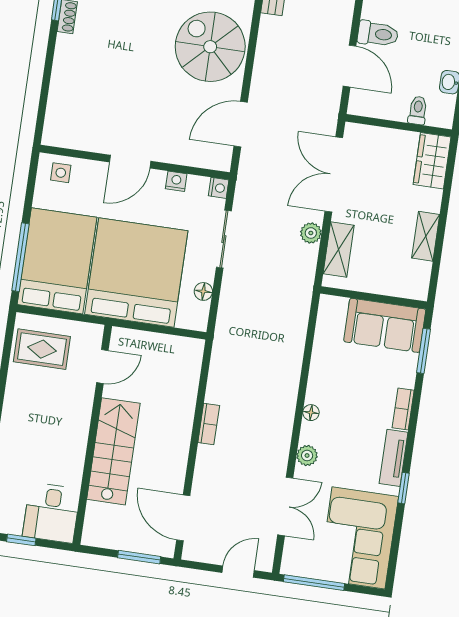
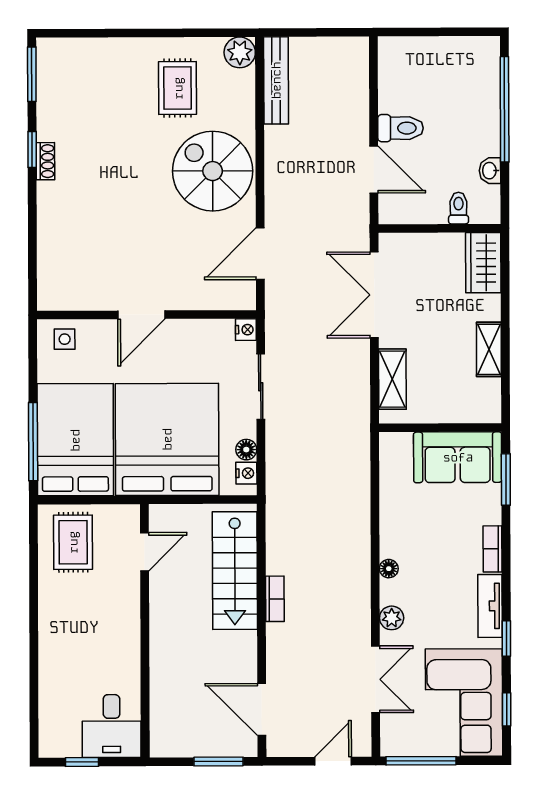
nightstand: (176, 181) -> (246, 473), moved, turned 90
plant: (311, 233) -> (358, 365), removed
rug: (42, 349) -> (73, 542), turned 90
stairs: (113, 451) -> (235, 571), moved, turned 180
window: (395, 549) -> (507, 709), added

